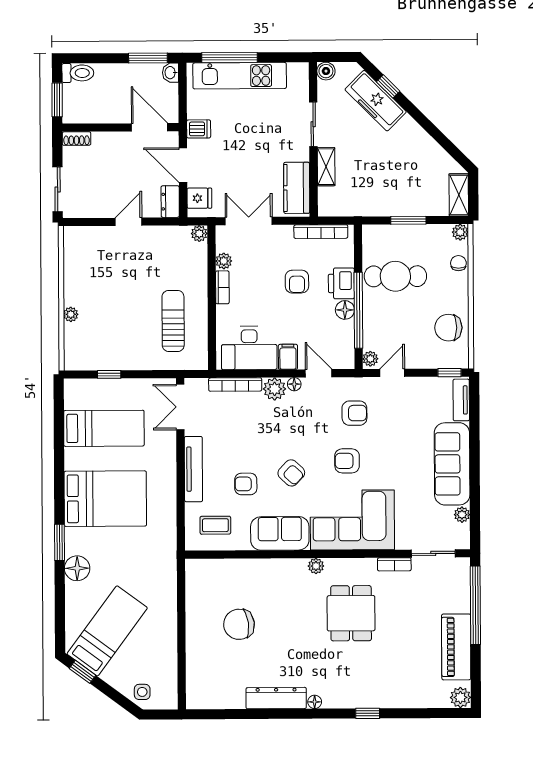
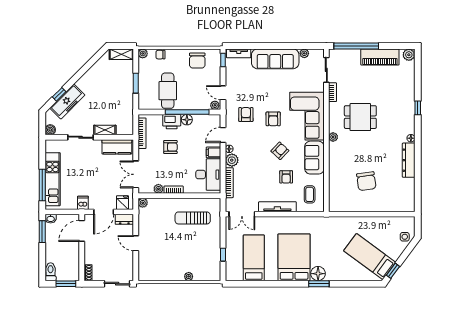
floor lamp: (77, 568) -> (318, 274), moved

